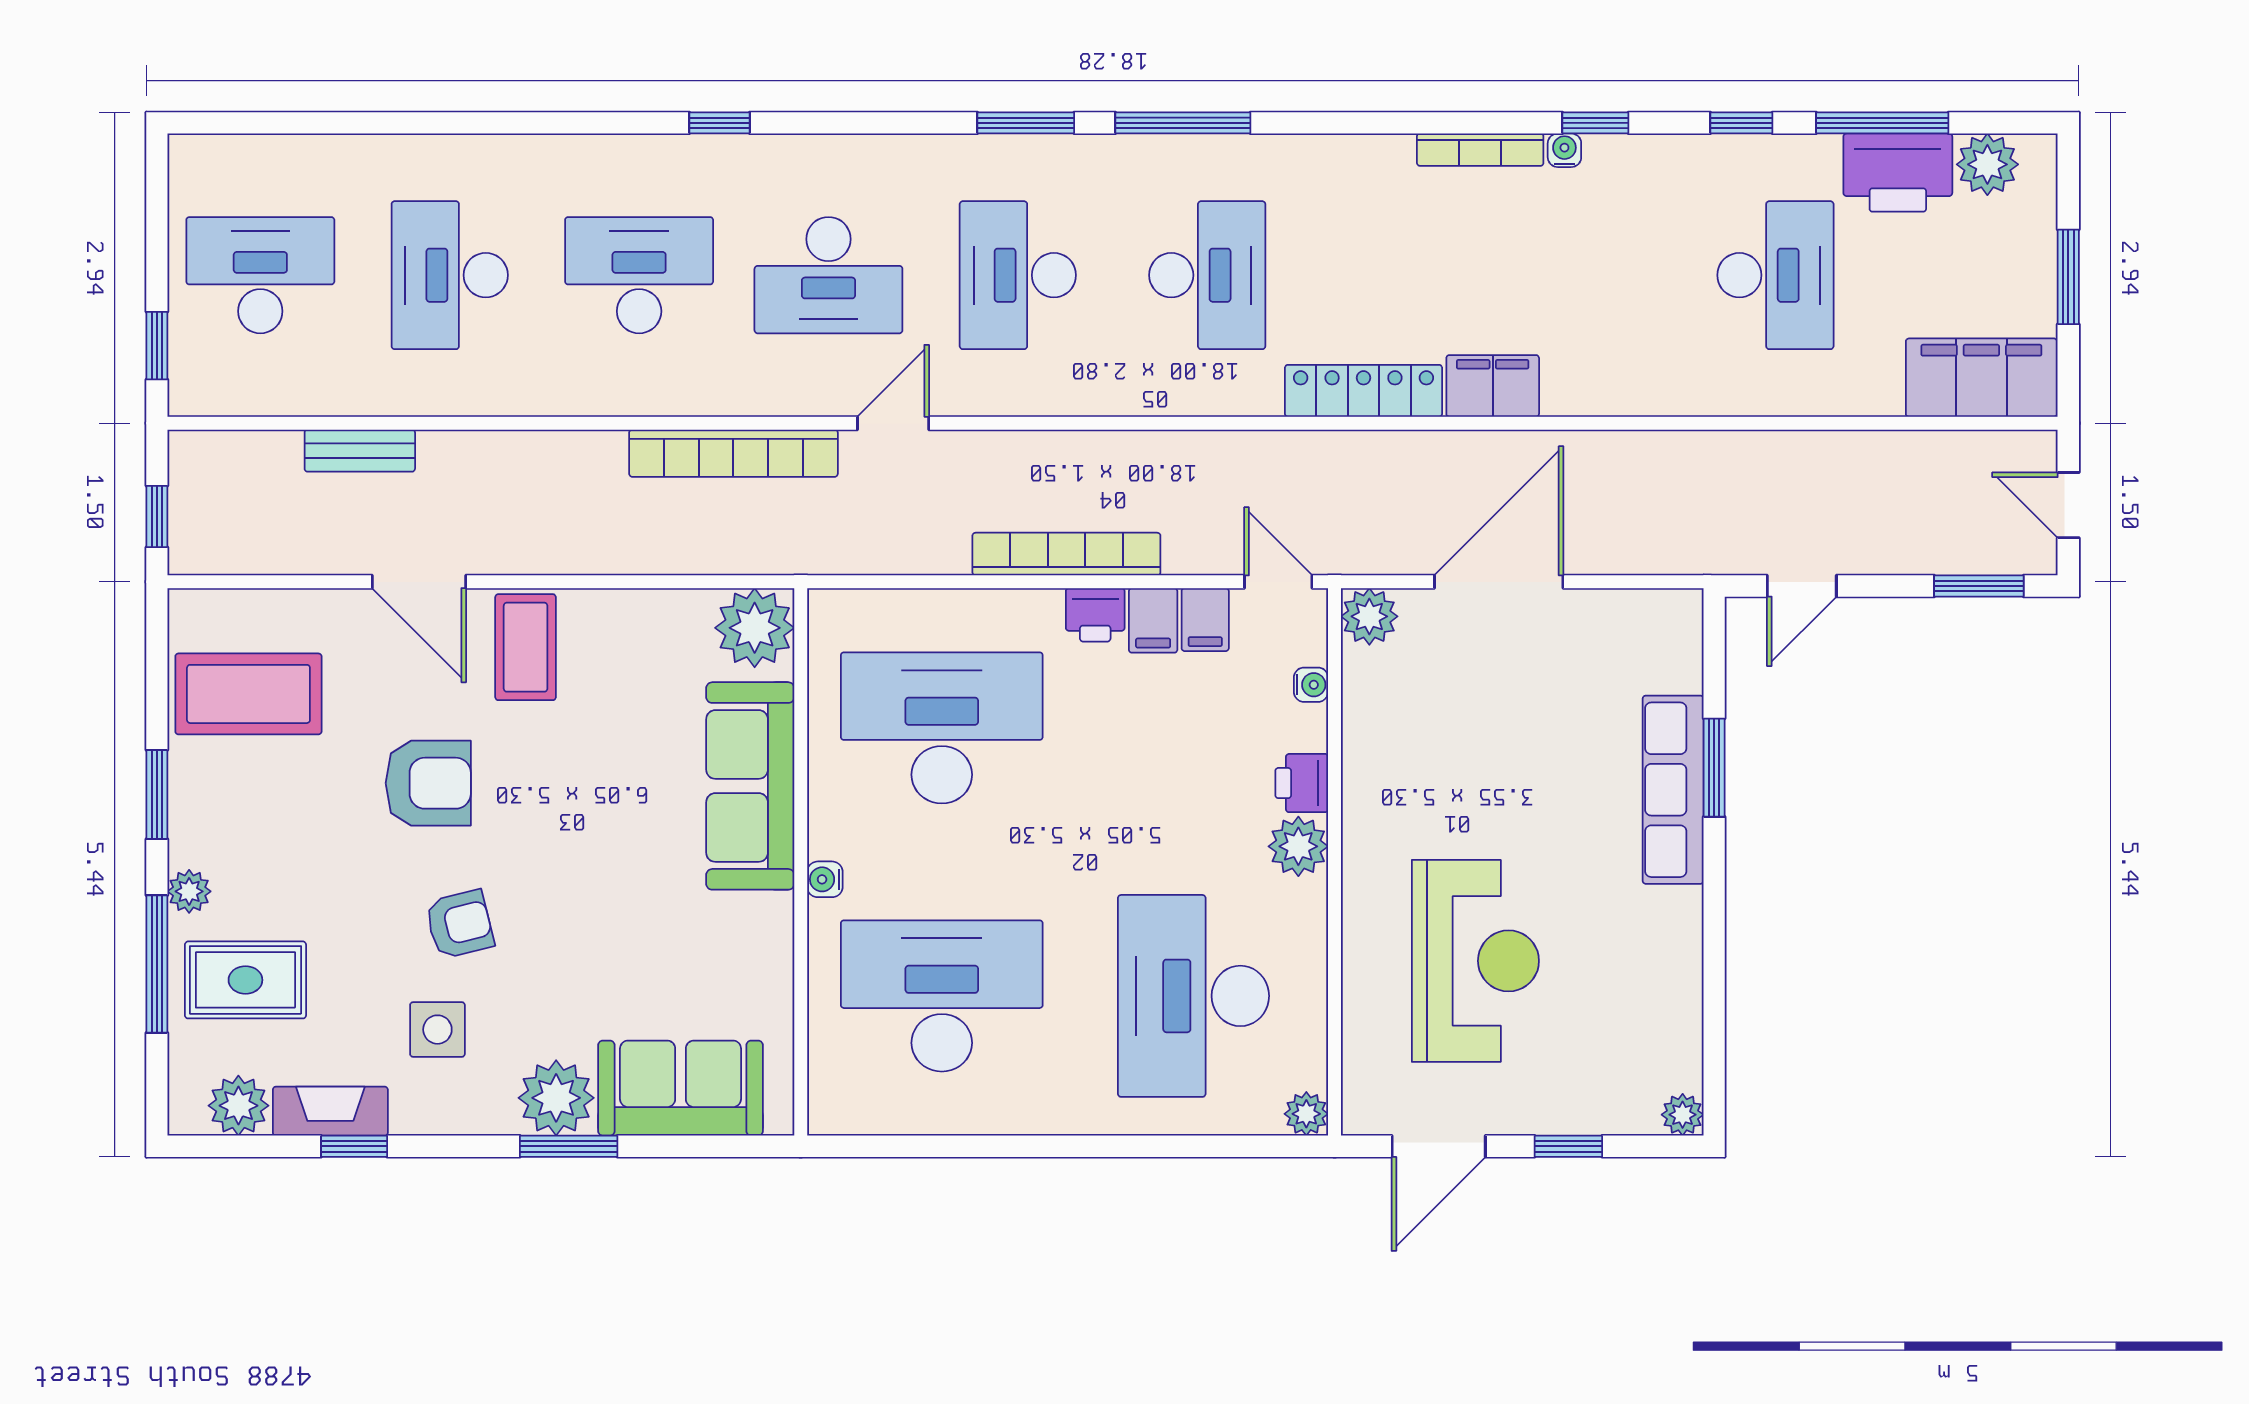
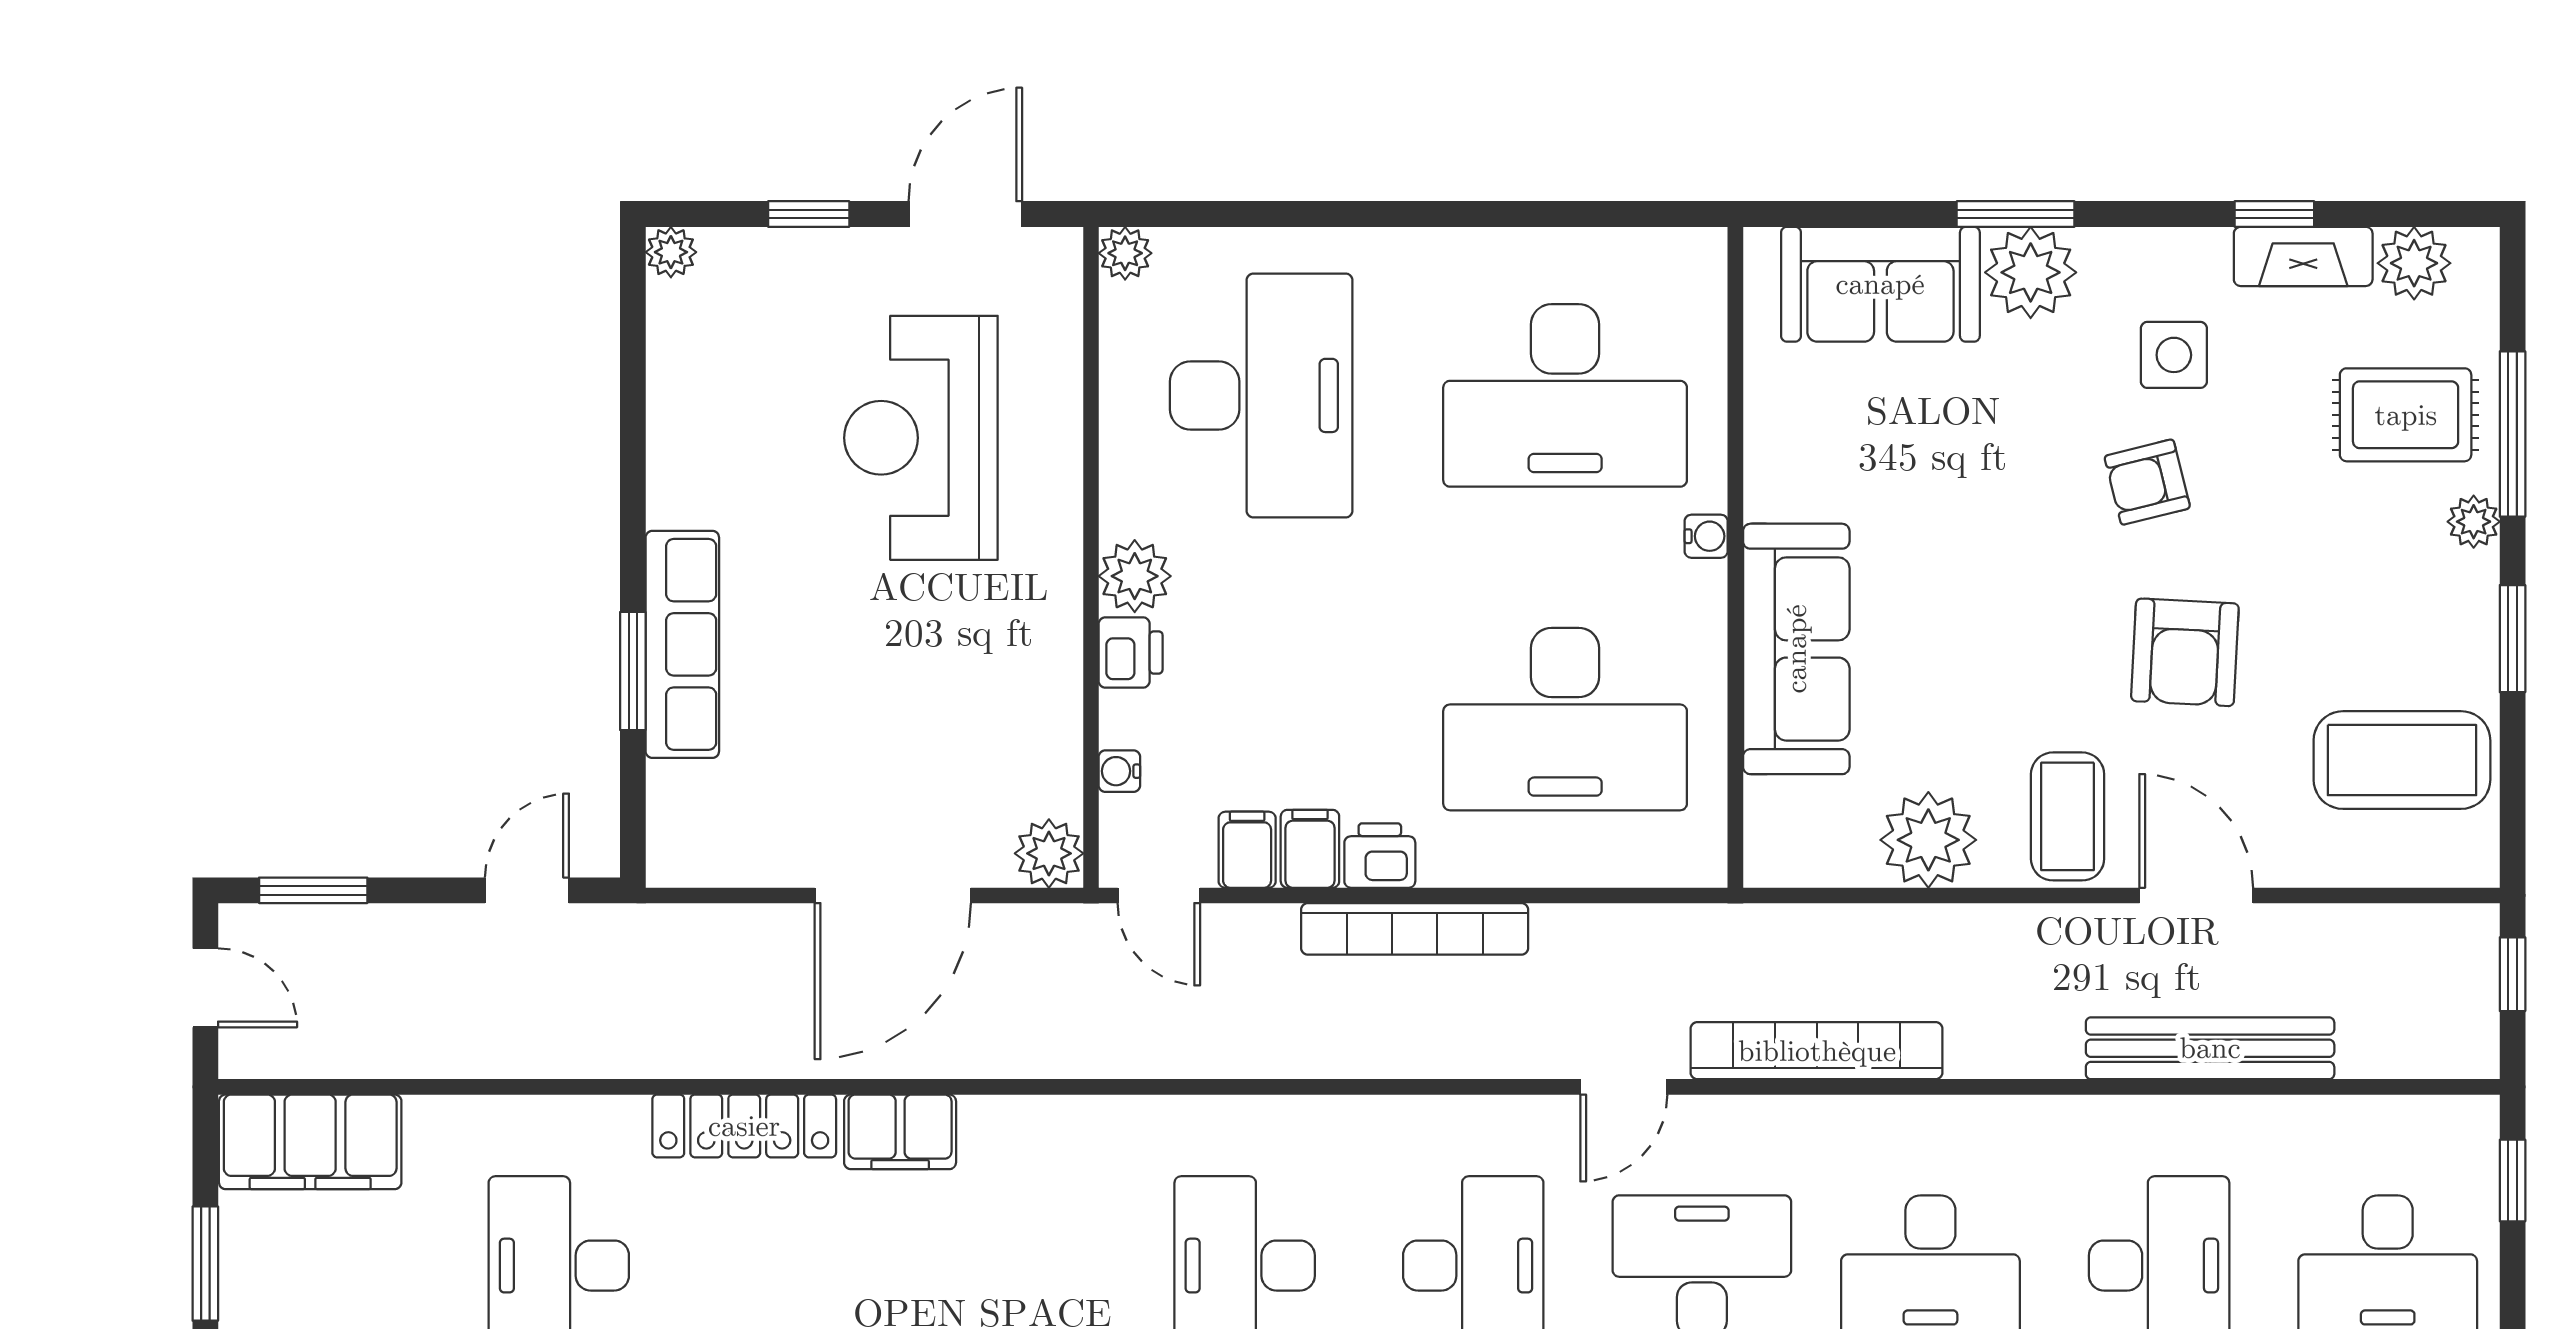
locker: (1363, 391) -> (744, 1126), moved
bench: (360, 451) -> (2210, 1048), width x1.86, depth x1.21
plant: (755, 628) -> (1928, 840), moved
armchair: (428, 783) -> (2185, 652), turned -87

